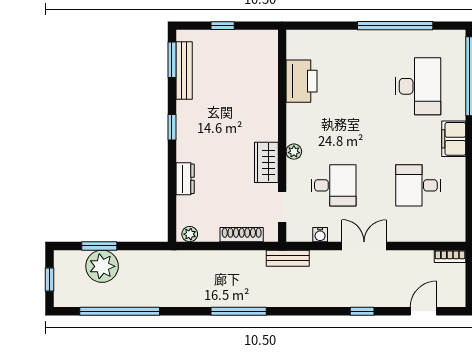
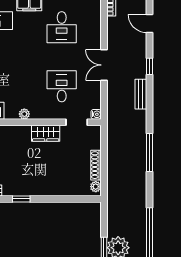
plant: (294, 152) -> (24, 114), moved
dresser: (185, 179) -> (57, 190), removed
shoe rack: (242, 235) -> (96, 165), moved
water cooler: (320, 235) -> (96, 114), moved
bench: (288, 258) -> (141, 94), moved

